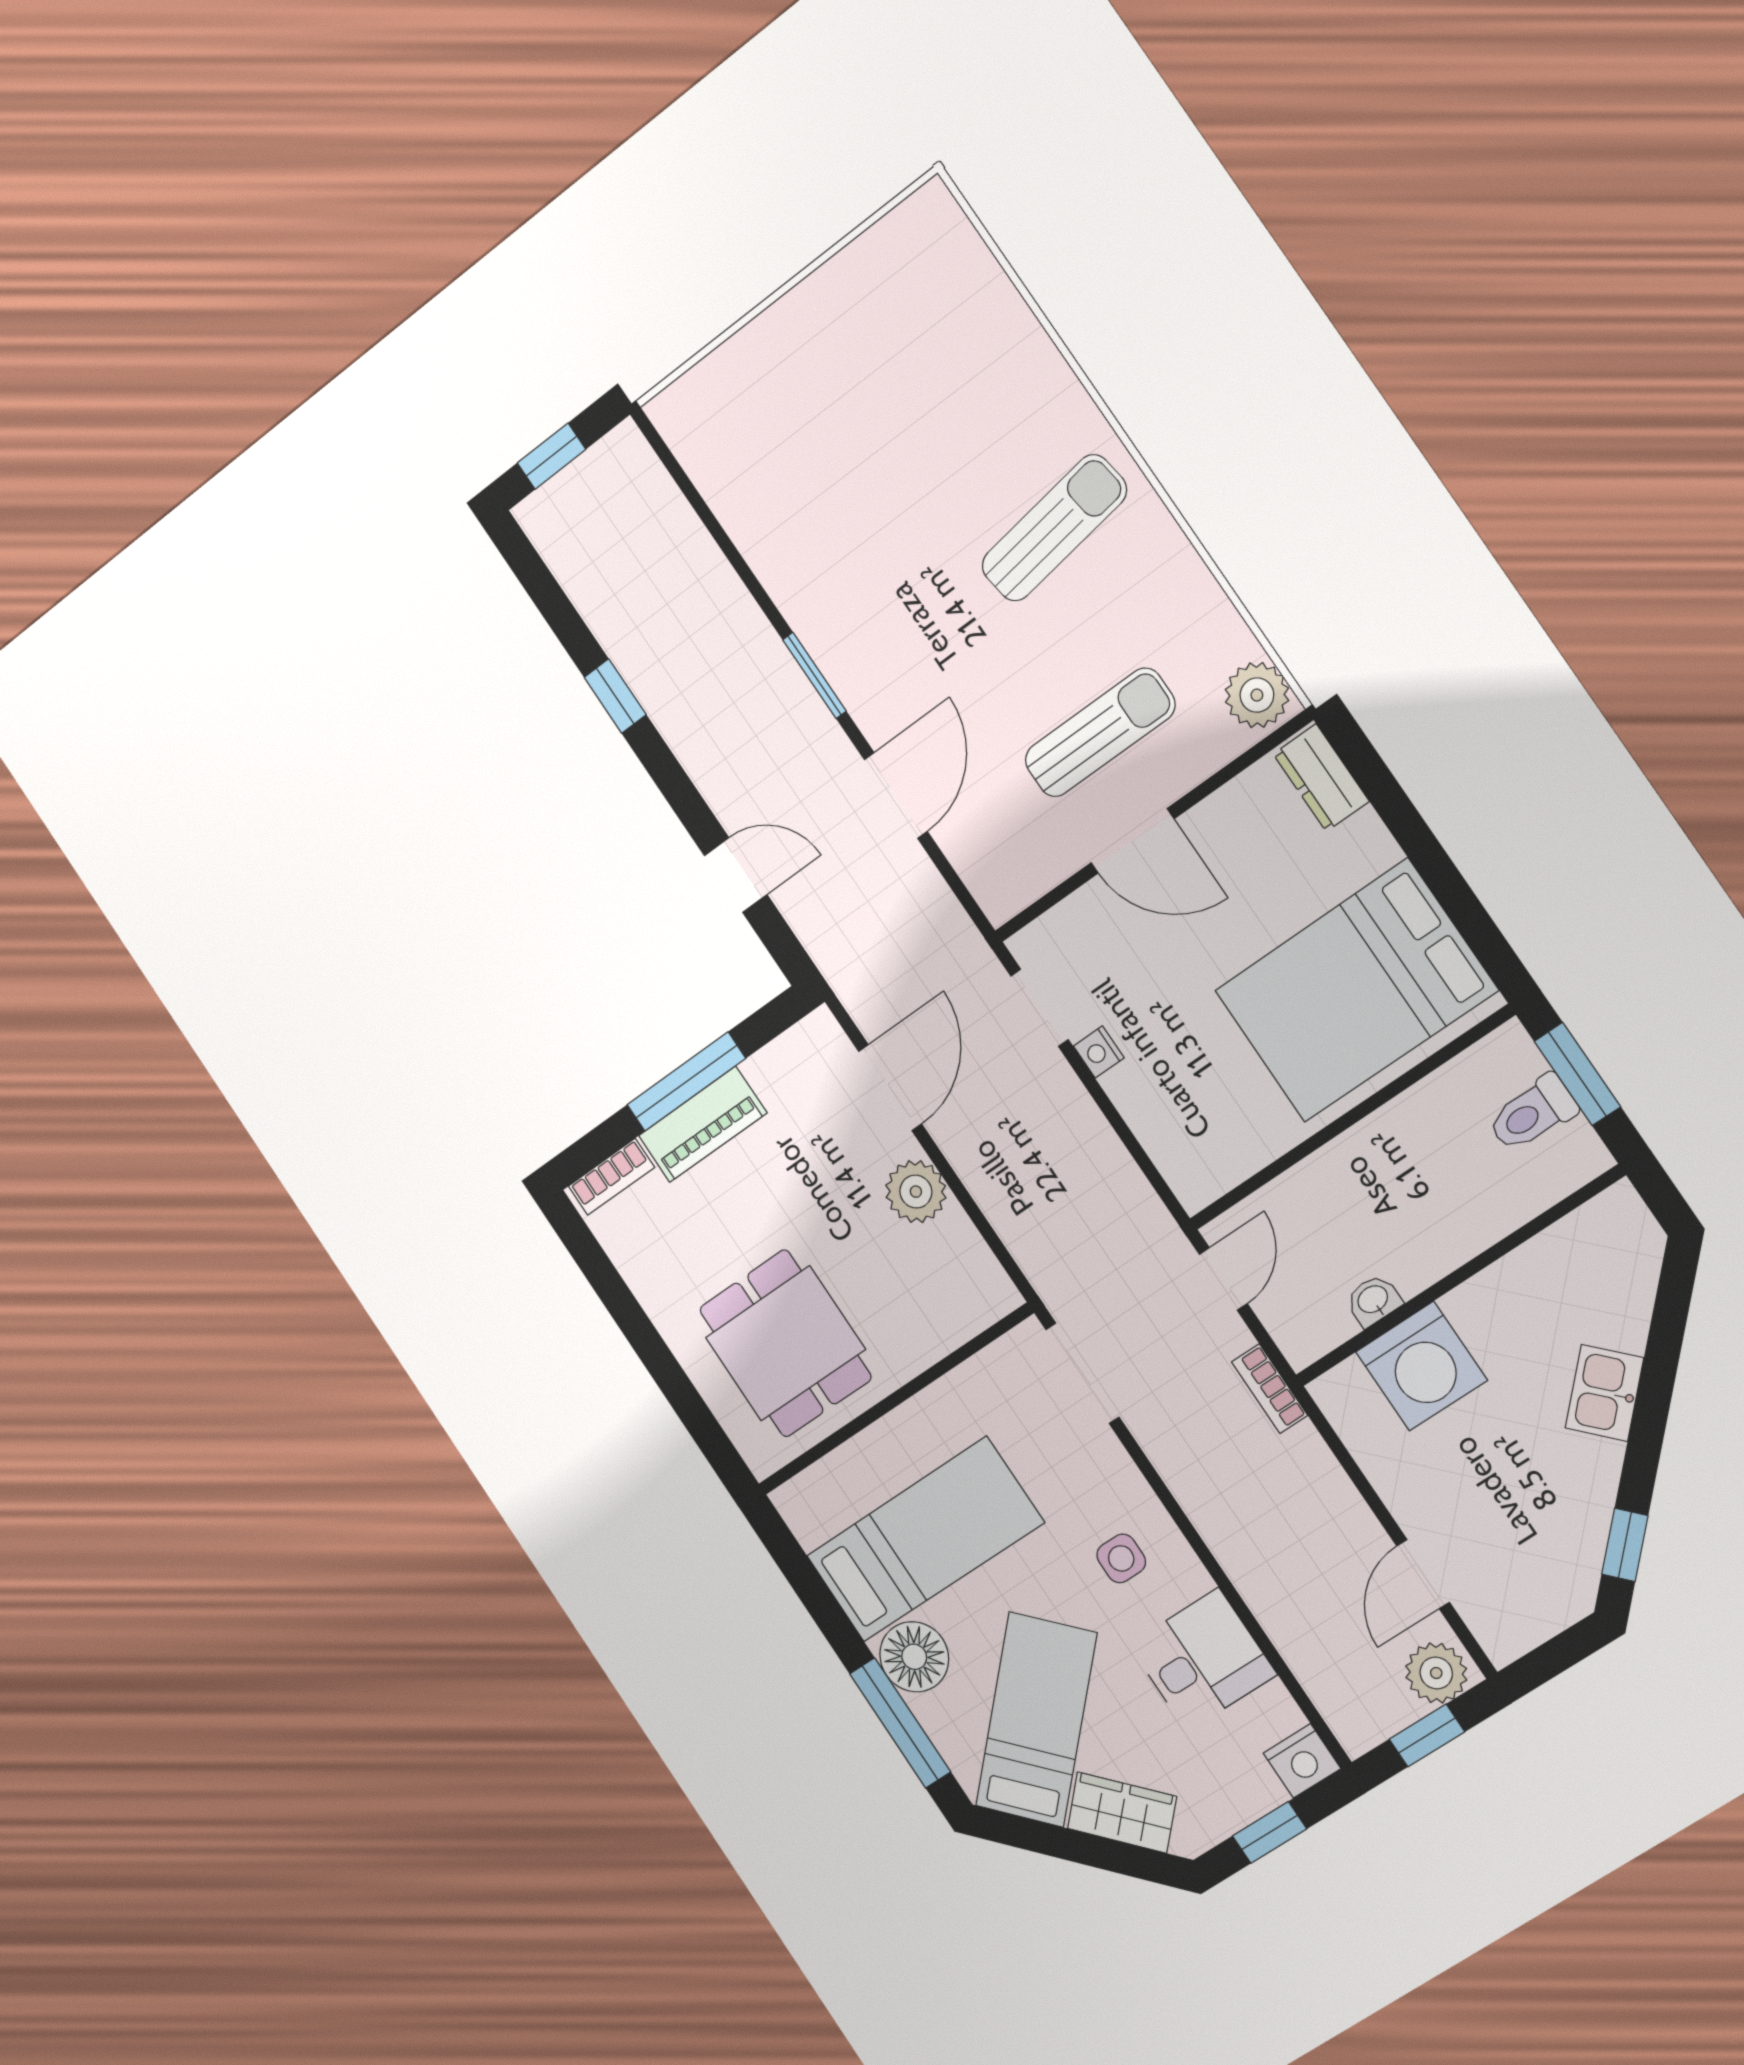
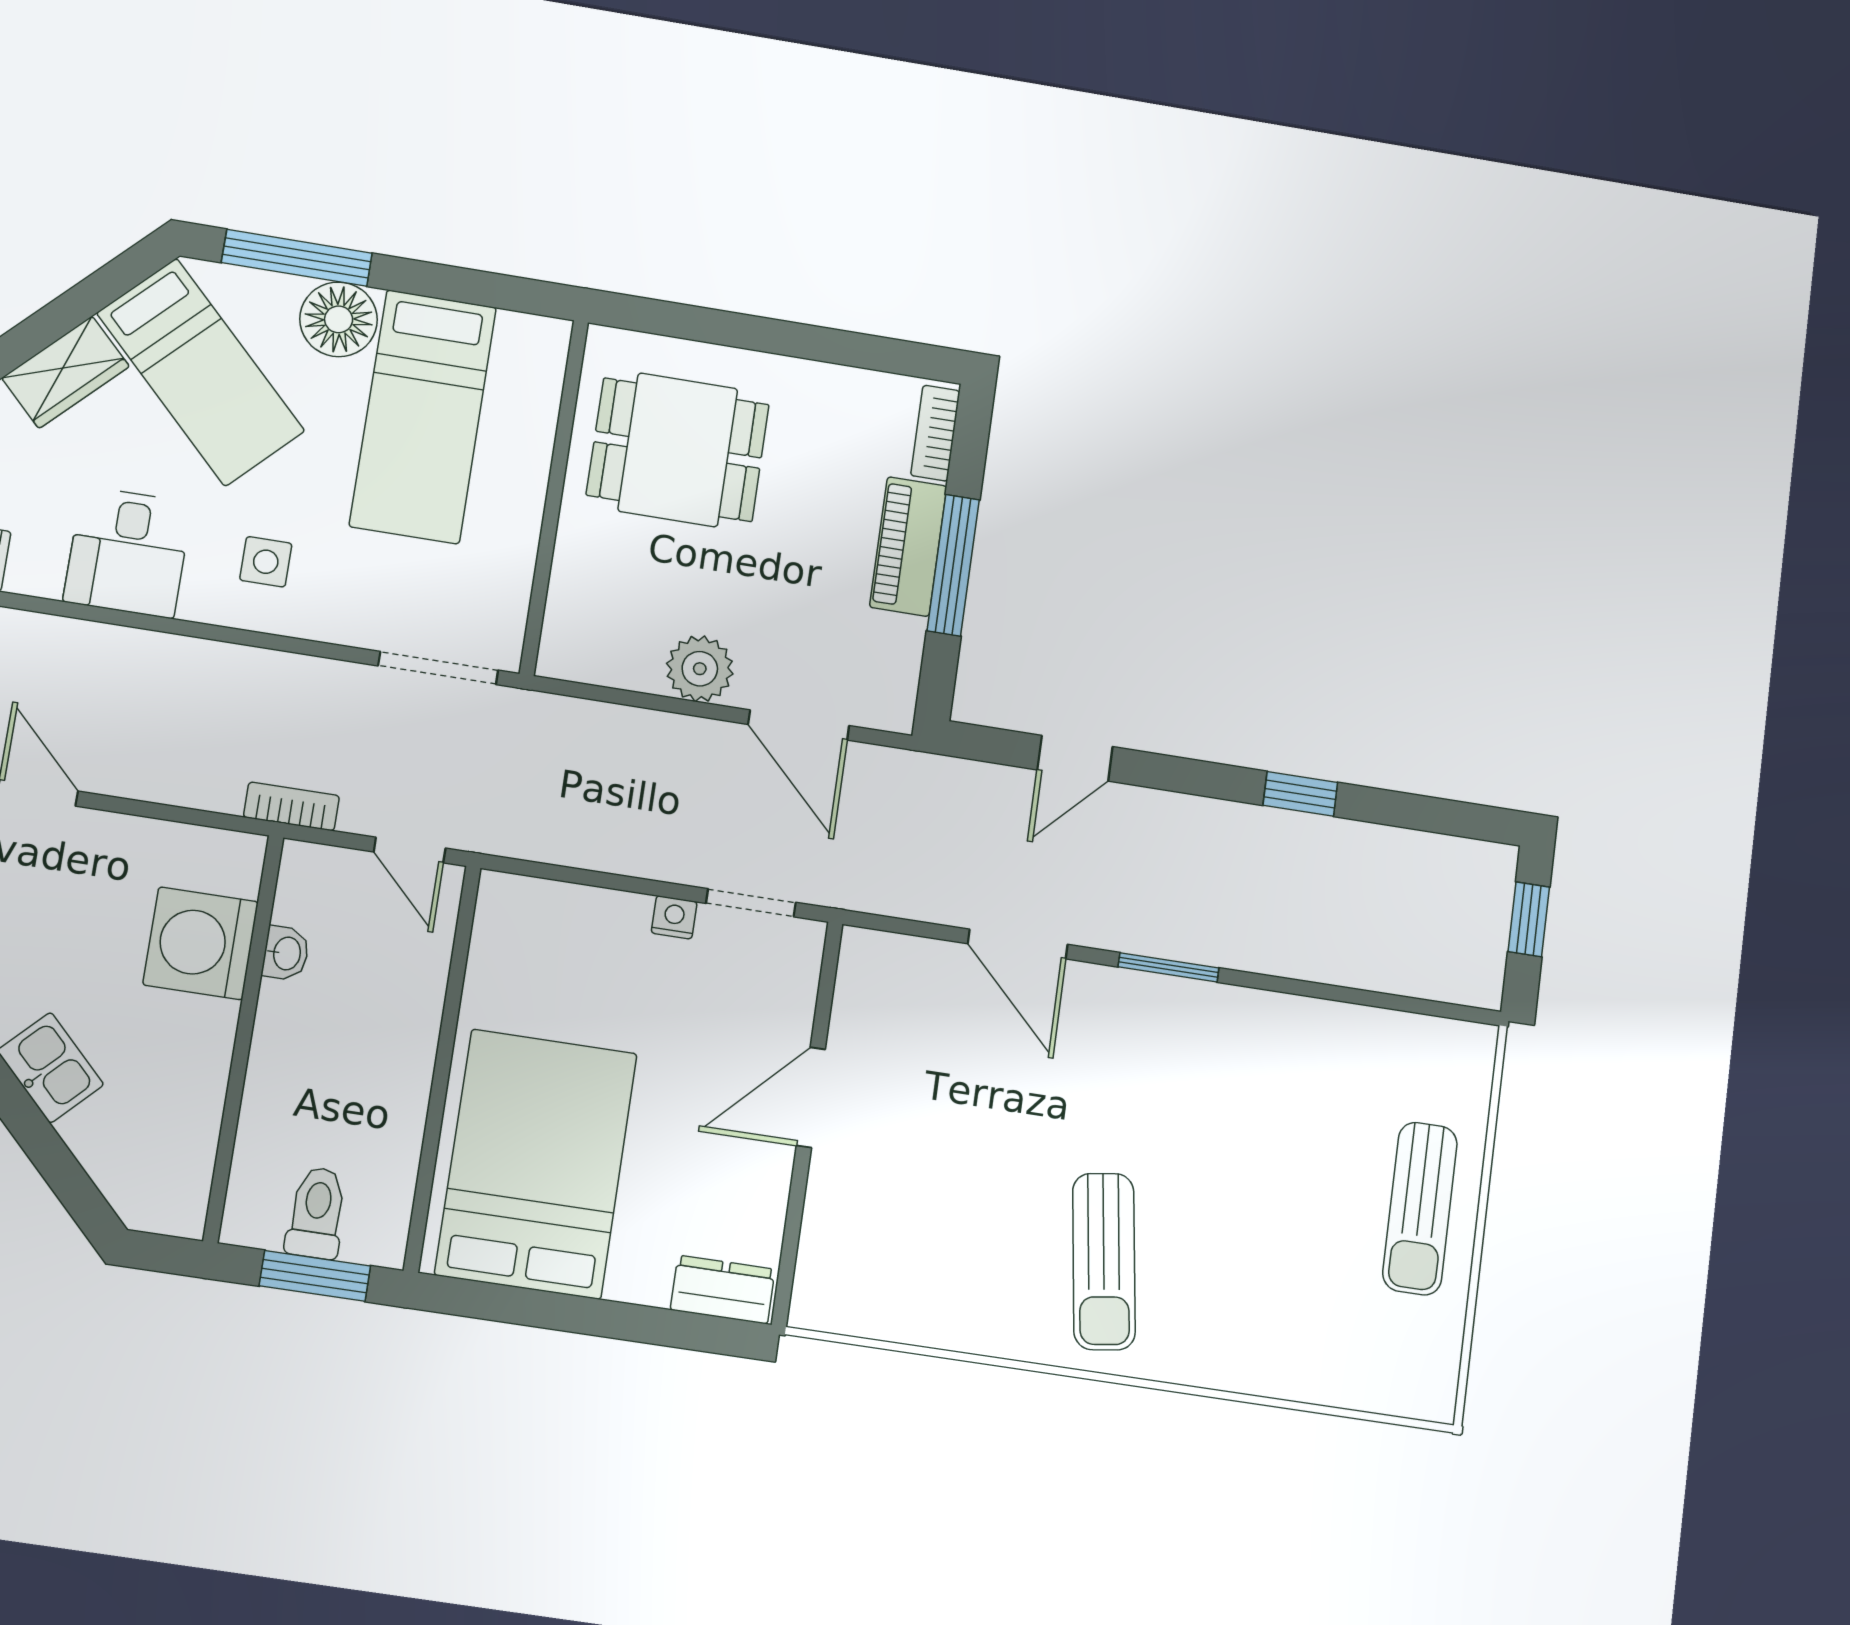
plant: (1257, 695) -> (831, 1299), removed
sun lounger: (1100, 732) -> (1420, 1208), moved

